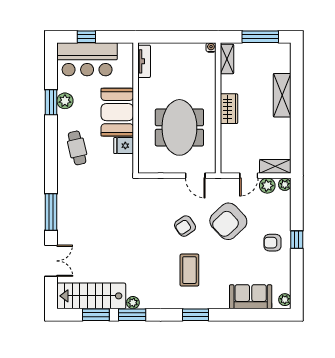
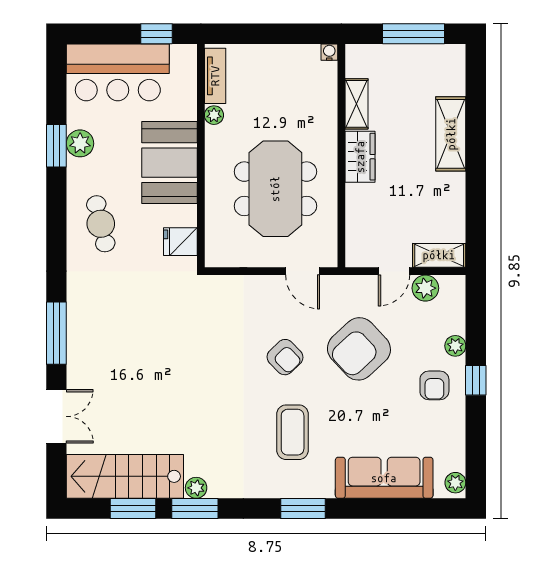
window: (86, 37) -> (157, 34), moved
shelving: (227, 59) -> (357, 104), moved
plant: (143, 84) -> (214, 115), added
fridge: (124, 146) -> (180, 242), moved
plant: (285, 184) -> (455, 346), moved
armchair: (185, 226) -> (285, 357), turned -100
armchair: (273, 243) -> (434, 385), turned -90
sofa: (251, 297) -> (384, 478), width x1.36

